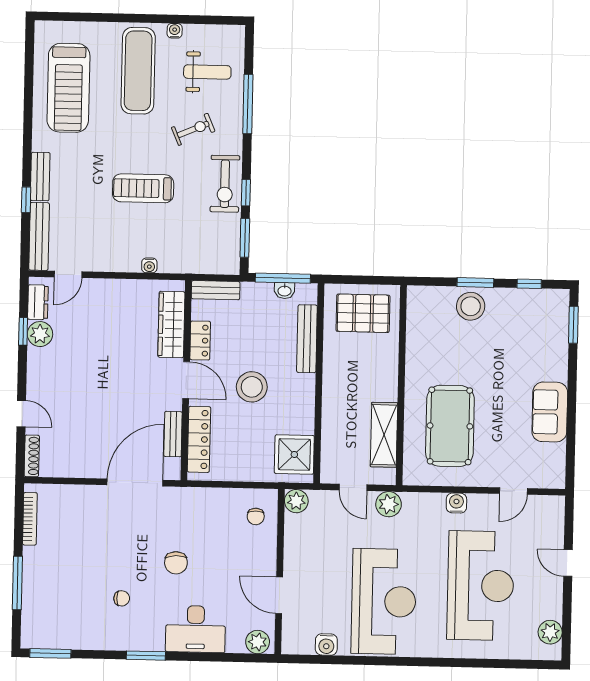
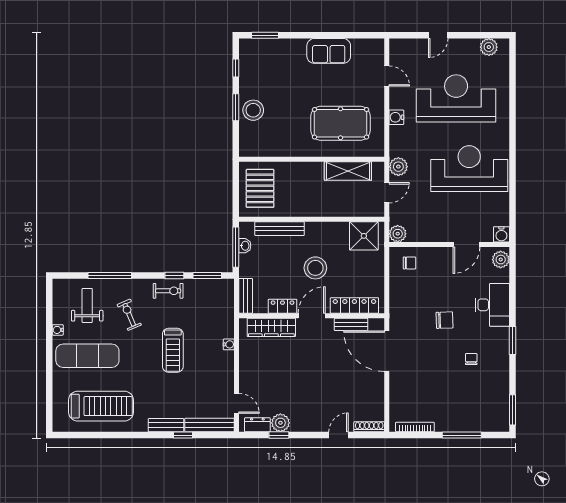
exercise bike: (225, 184) -> (168, 291), width x0.73, depth x0.72
water cooler: (326, 645) -> (501, 234), moved, turned 90

